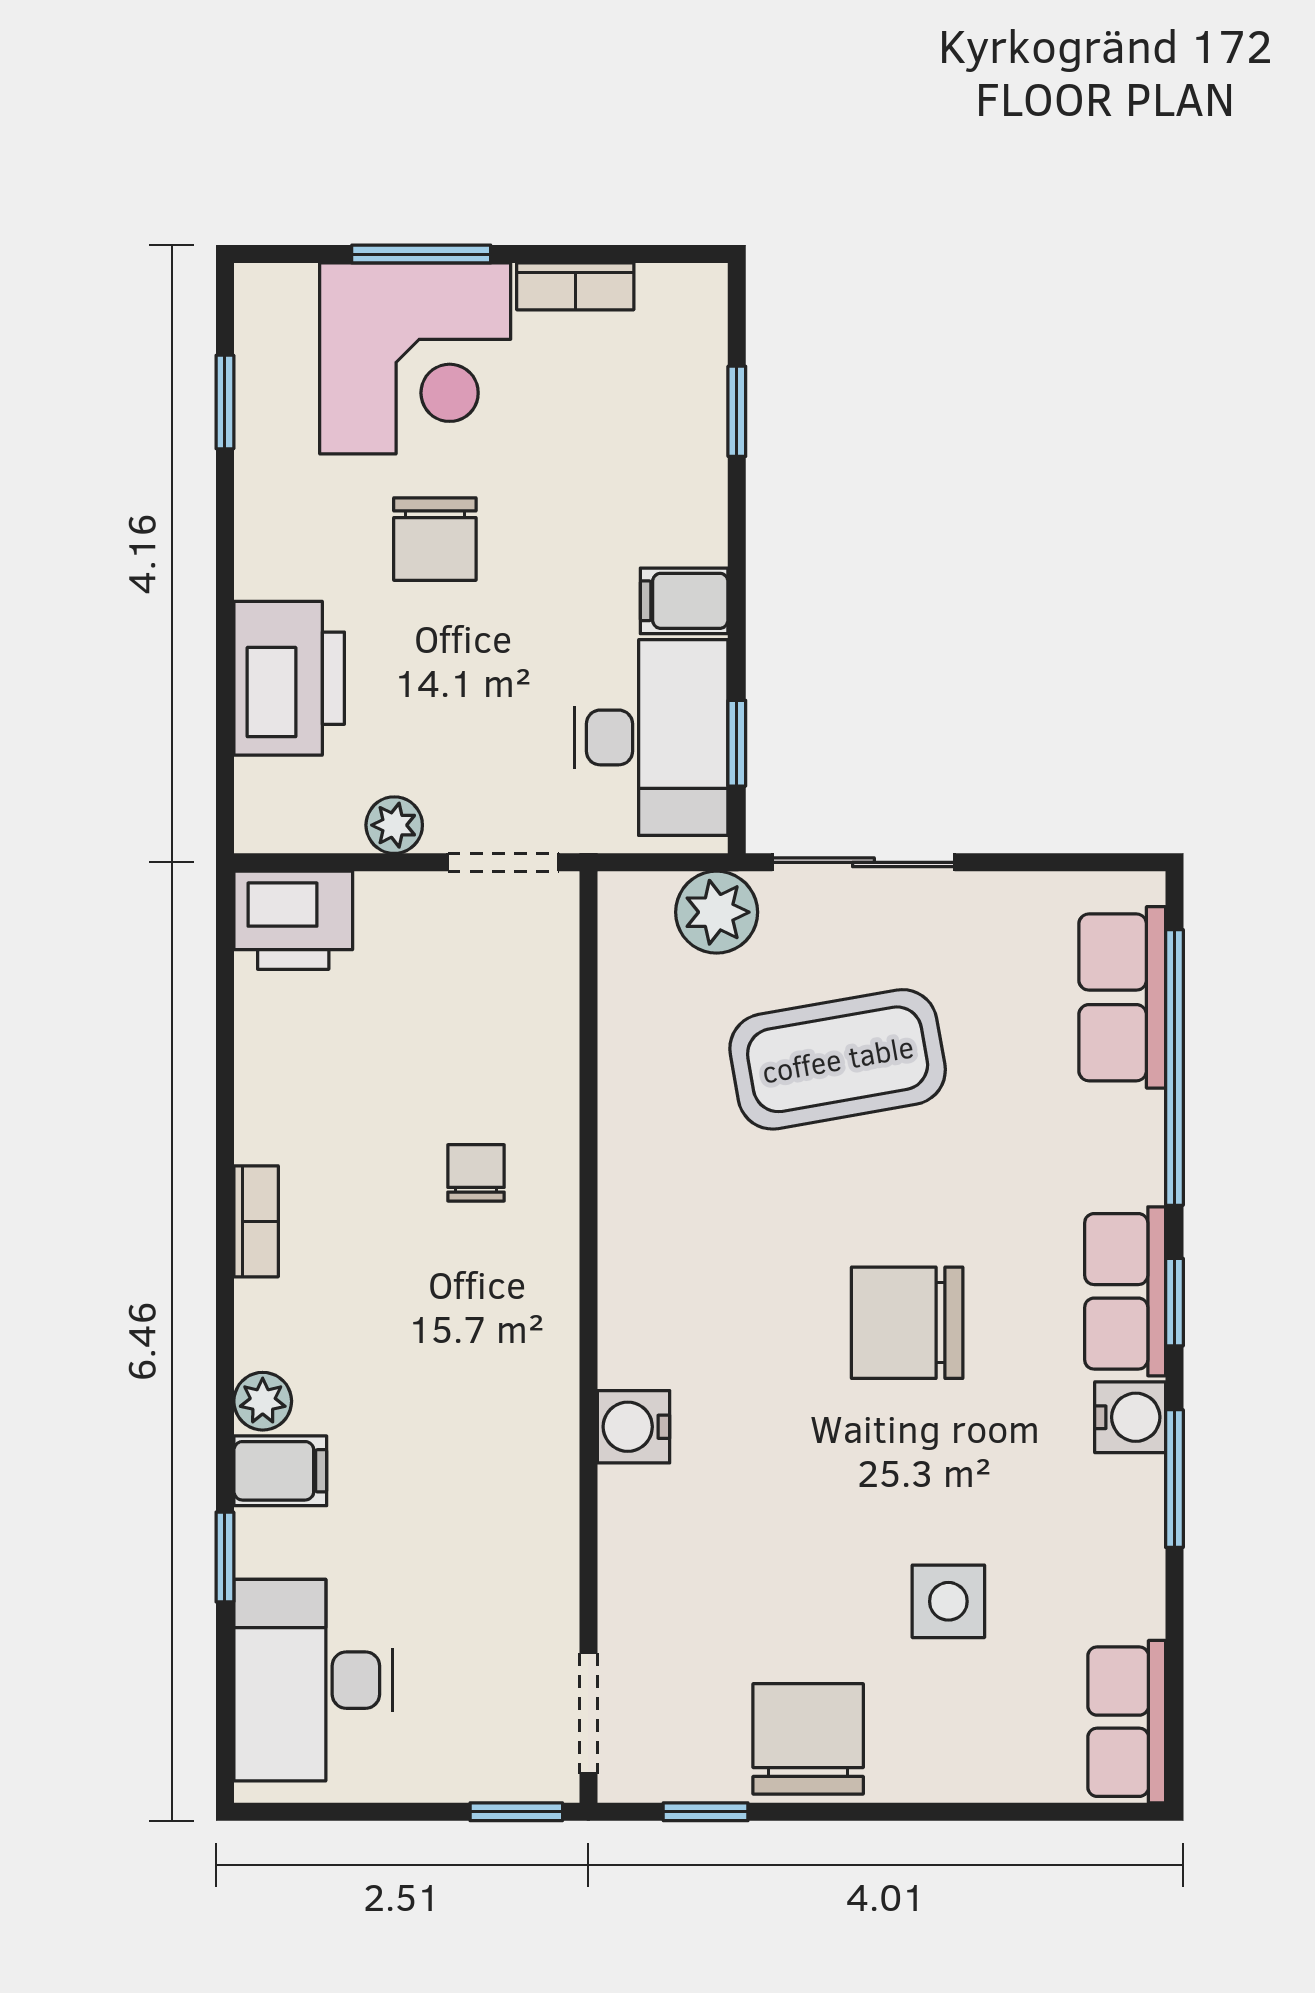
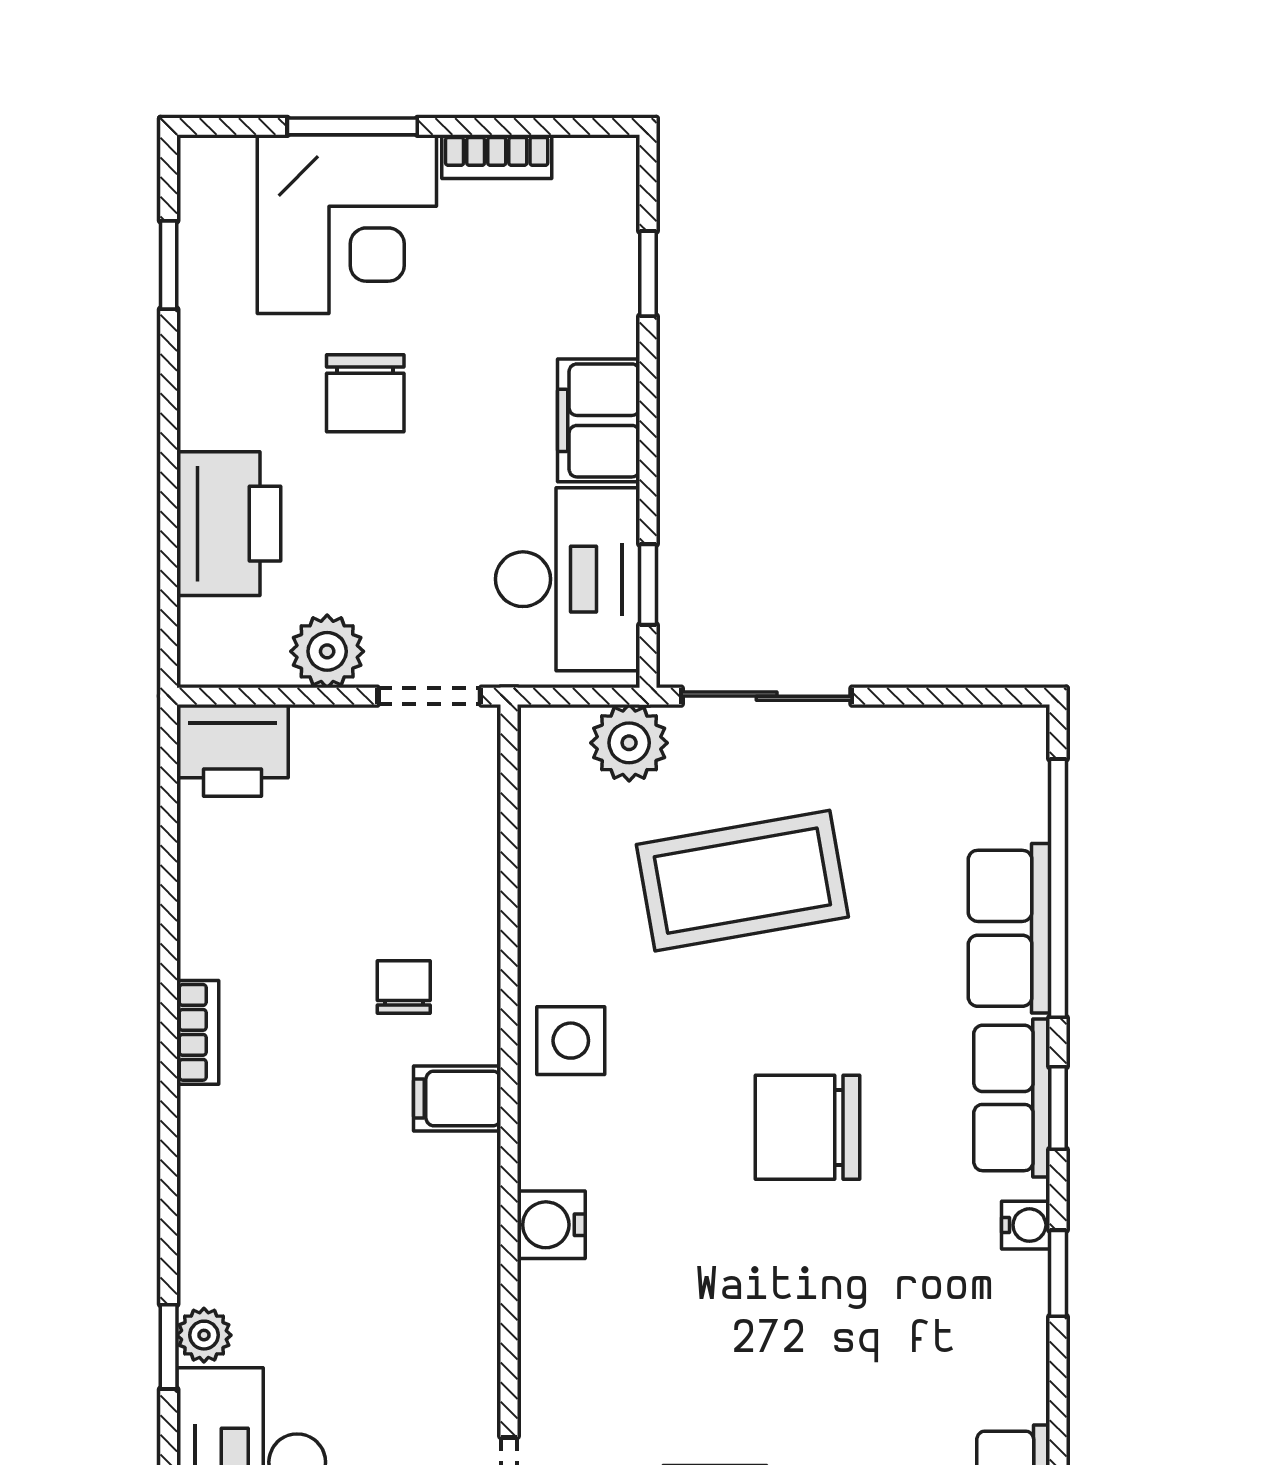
filing cabinet: (684, 601) -> (599, 420), width x2.00
plant: (394, 825) -> (327, 651), width x1.38, depth x1.38
row of seats: (1122, 997) -> (1009, 928), moved
plant: (263, 1401) -> (204, 1335), moved
water cooler: (1130, 1417) -> (1026, 1225), width x0.72, depth x0.72
filing cabinet: (280, 1471) -> (457, 1098), moved, turned 180
window: (1174, 1479) -> (1058, 1273), width x0.67
side table: (948, 1601) -> (571, 1041), moved

